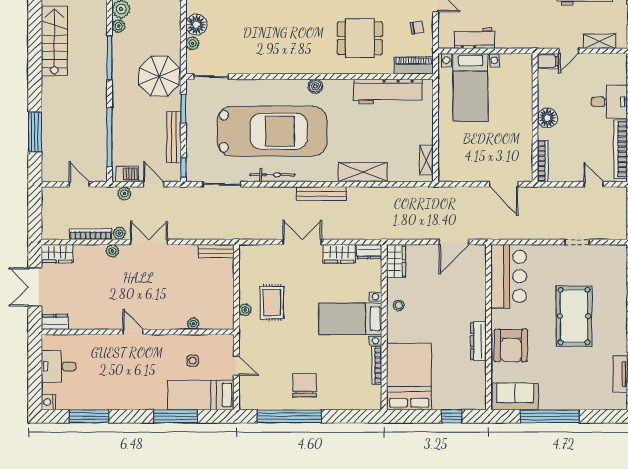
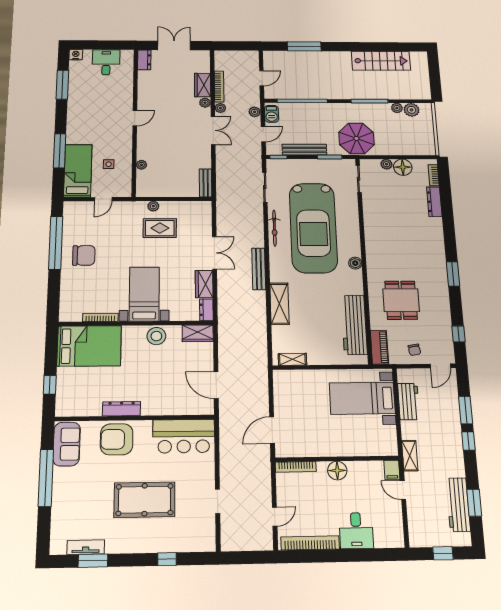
shelving: (599, 41) -> (410, 456), moved
wardrobe: (57, 254) -> (203, 85), moved
stool: (399, 305) -> (156, 336), width x1.89, depth x1.89

